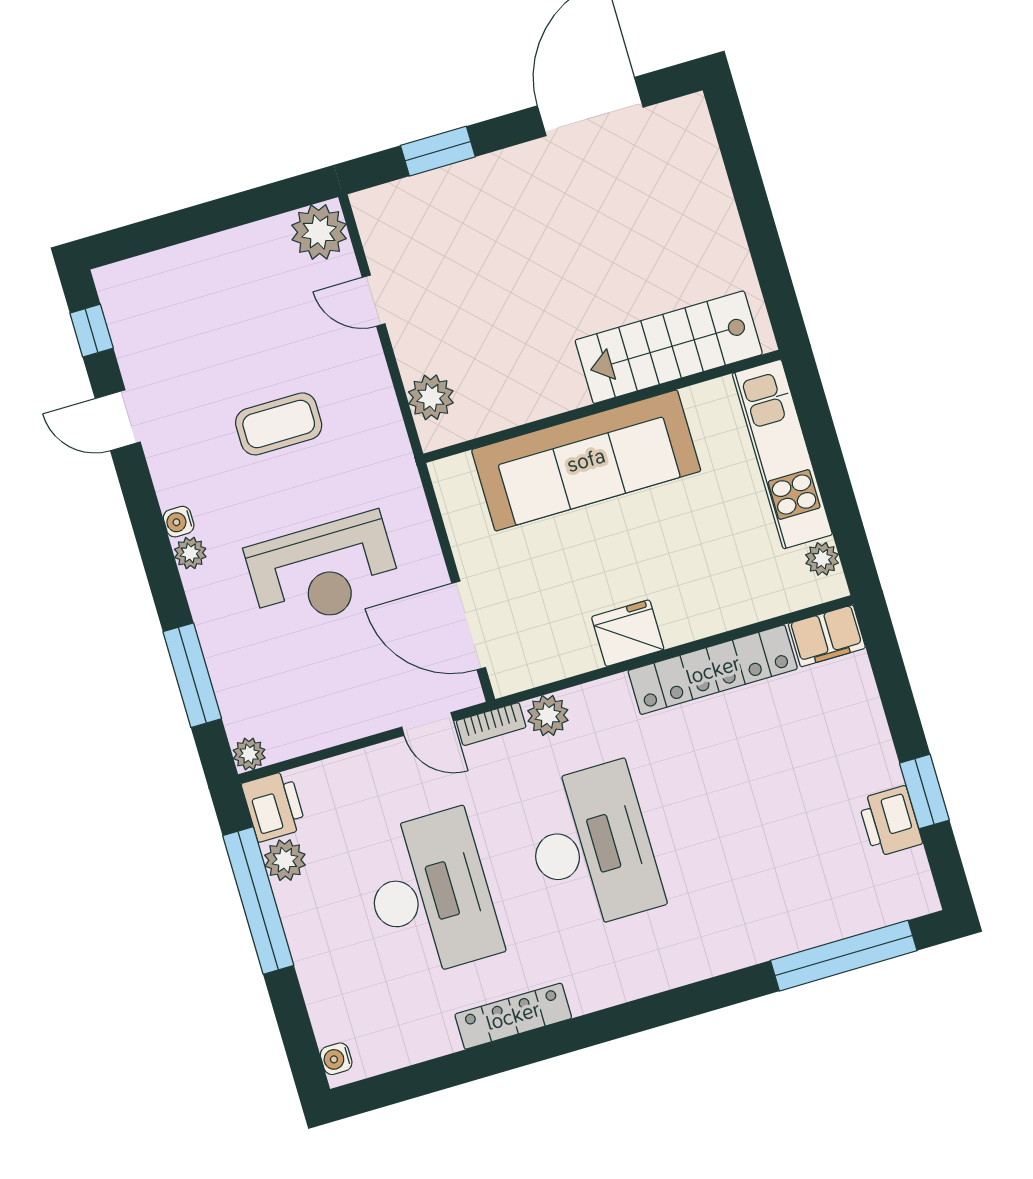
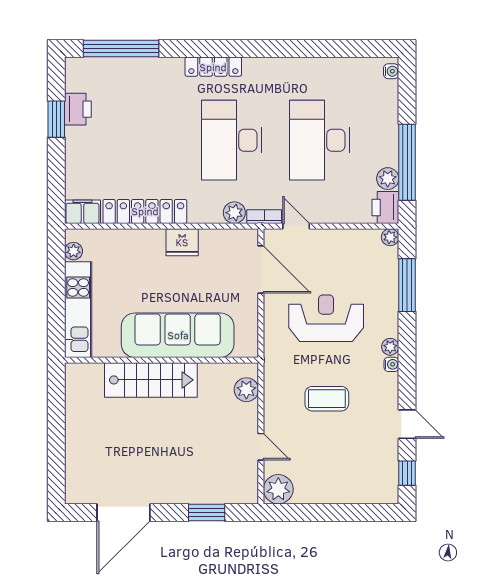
stairs: (669, 347) -> (151, 380), moved
locker: (513, 1016) -> (213, 67), moved

